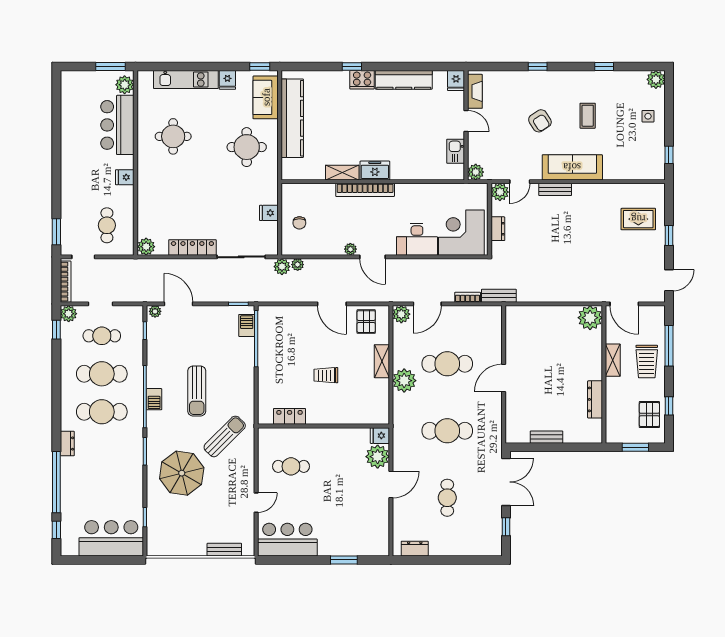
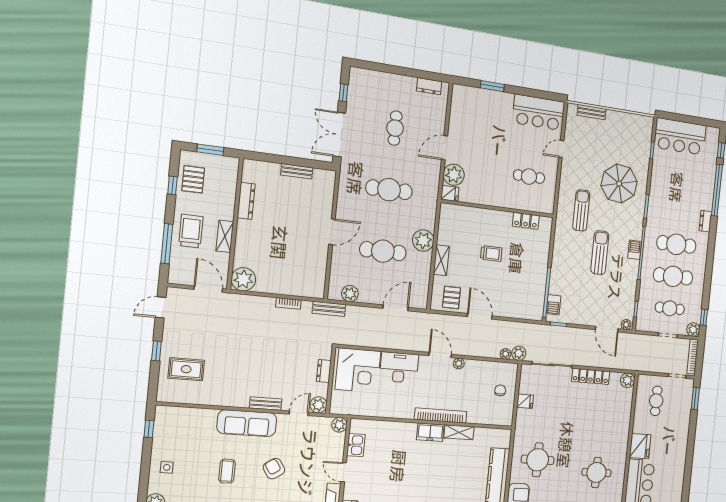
fridge: (125, 177) -> (640, 446), width x1.88, depth x1.34
bookcase: (468, 297) -> (288, 303), moved
plant: (401, 314) -> (350, 294), moved
sun lounger: (225, 436) -> (581, 210), turned 135

